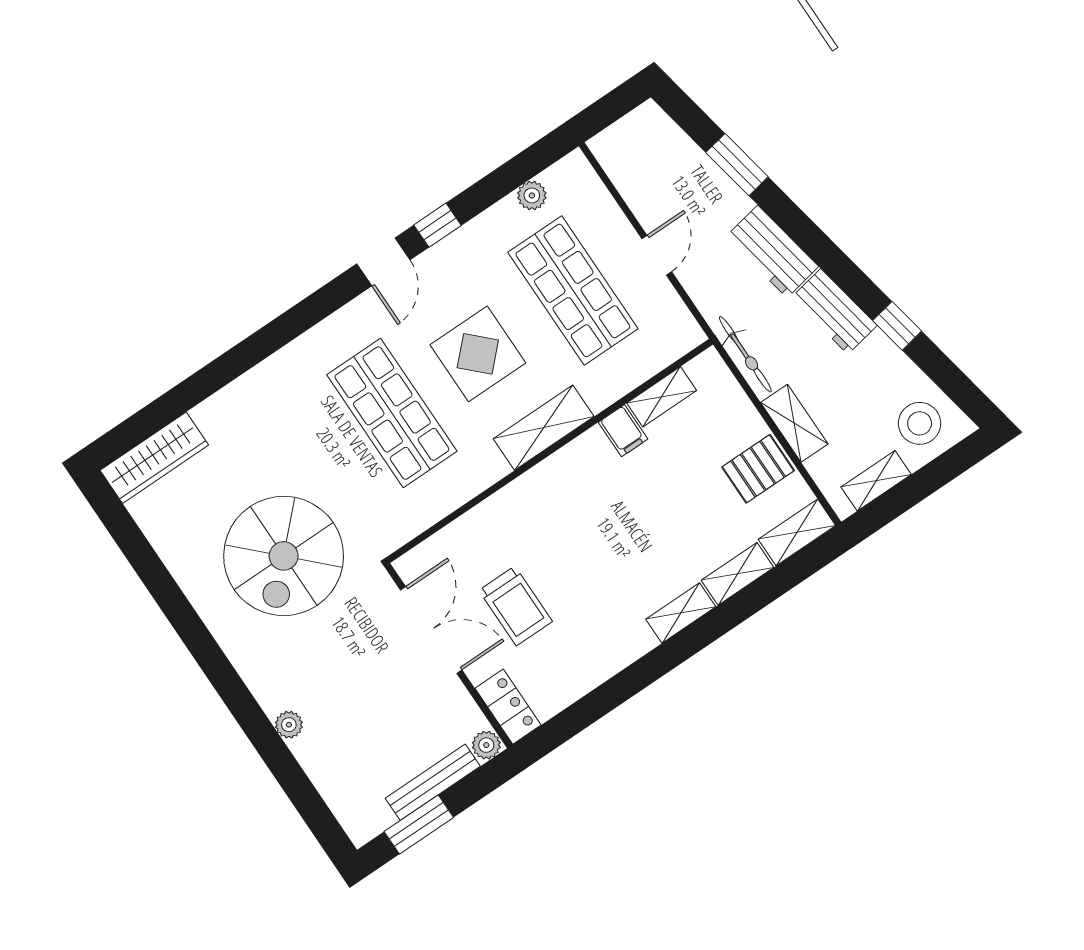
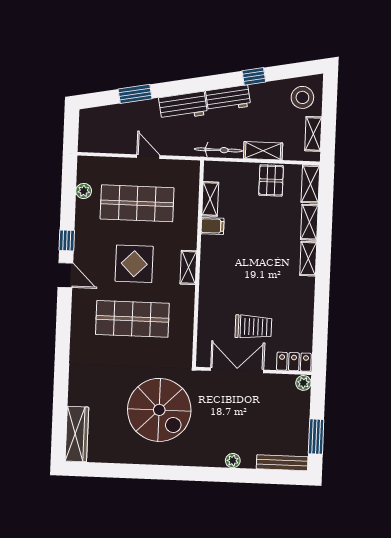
shelving: (544, 428) -> (188, 267), width x0.67, depth x0.75
bench: (433, 782) -> (282, 463), moved, turned 90

